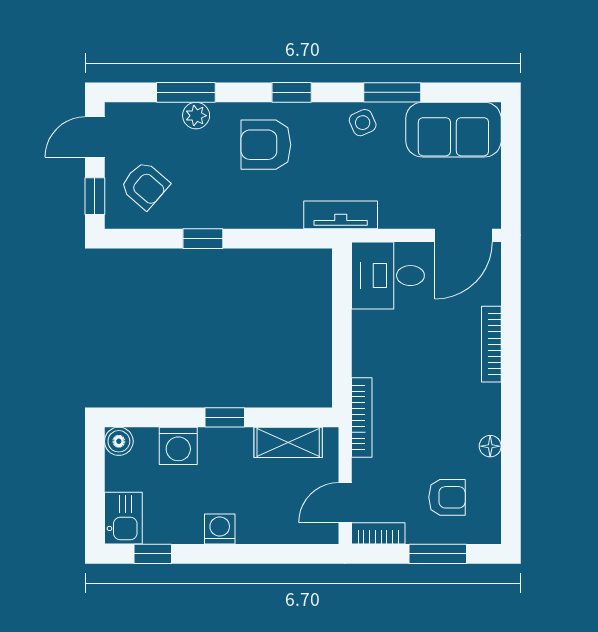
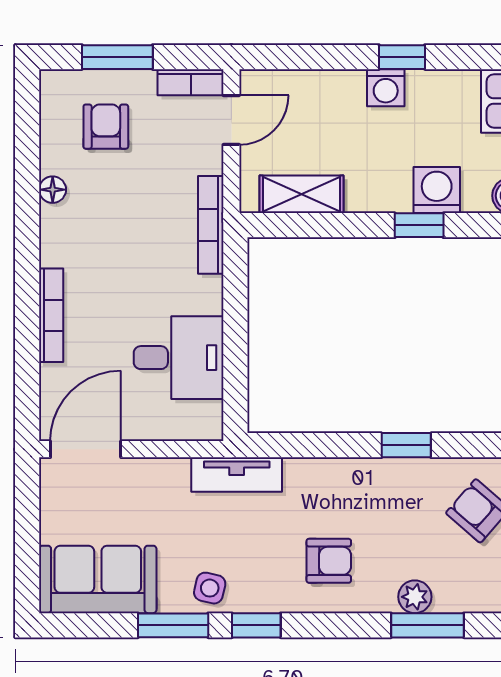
window: (292, 92) -> (256, 625), moved
side table: (363, 123) -> (210, 588), turned 37
armchair: (266, 145) -> (329, 561), width x0.72, depth x0.72
desk: (388, 276) -> (179, 358), moved
window: (225, 417) -> (419, 225), moved
armchair: (447, 497) -> (106, 127), turned 90
window: (153, 554) -> (402, 57), moved

